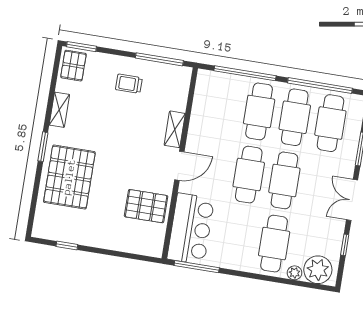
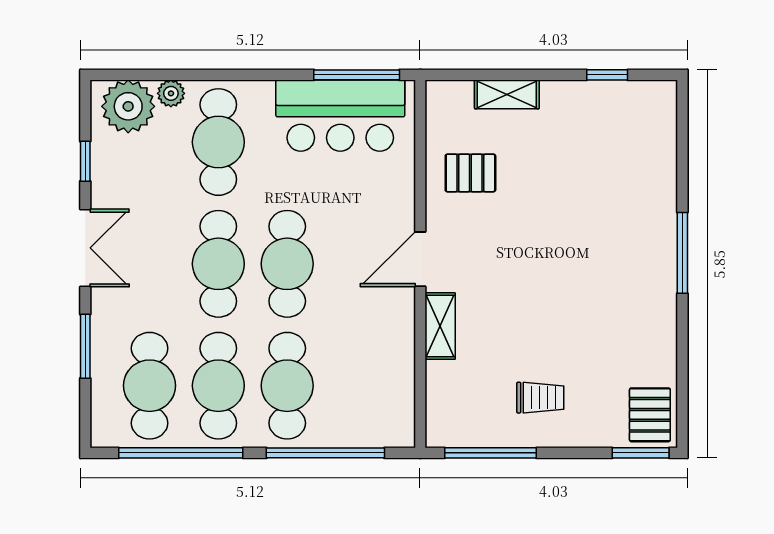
shelving: (59, 110) -> (507, 94), moved, turned 90
window: (43, 147) -> (682, 253), width x1.44
pallet: (69, 177) -> (623, 204), removed
pallet: (146, 206) -> (470, 173), width x0.67, depth x0.71
bar counter: (191, 229) -> (340, 116), moved, turned -90

